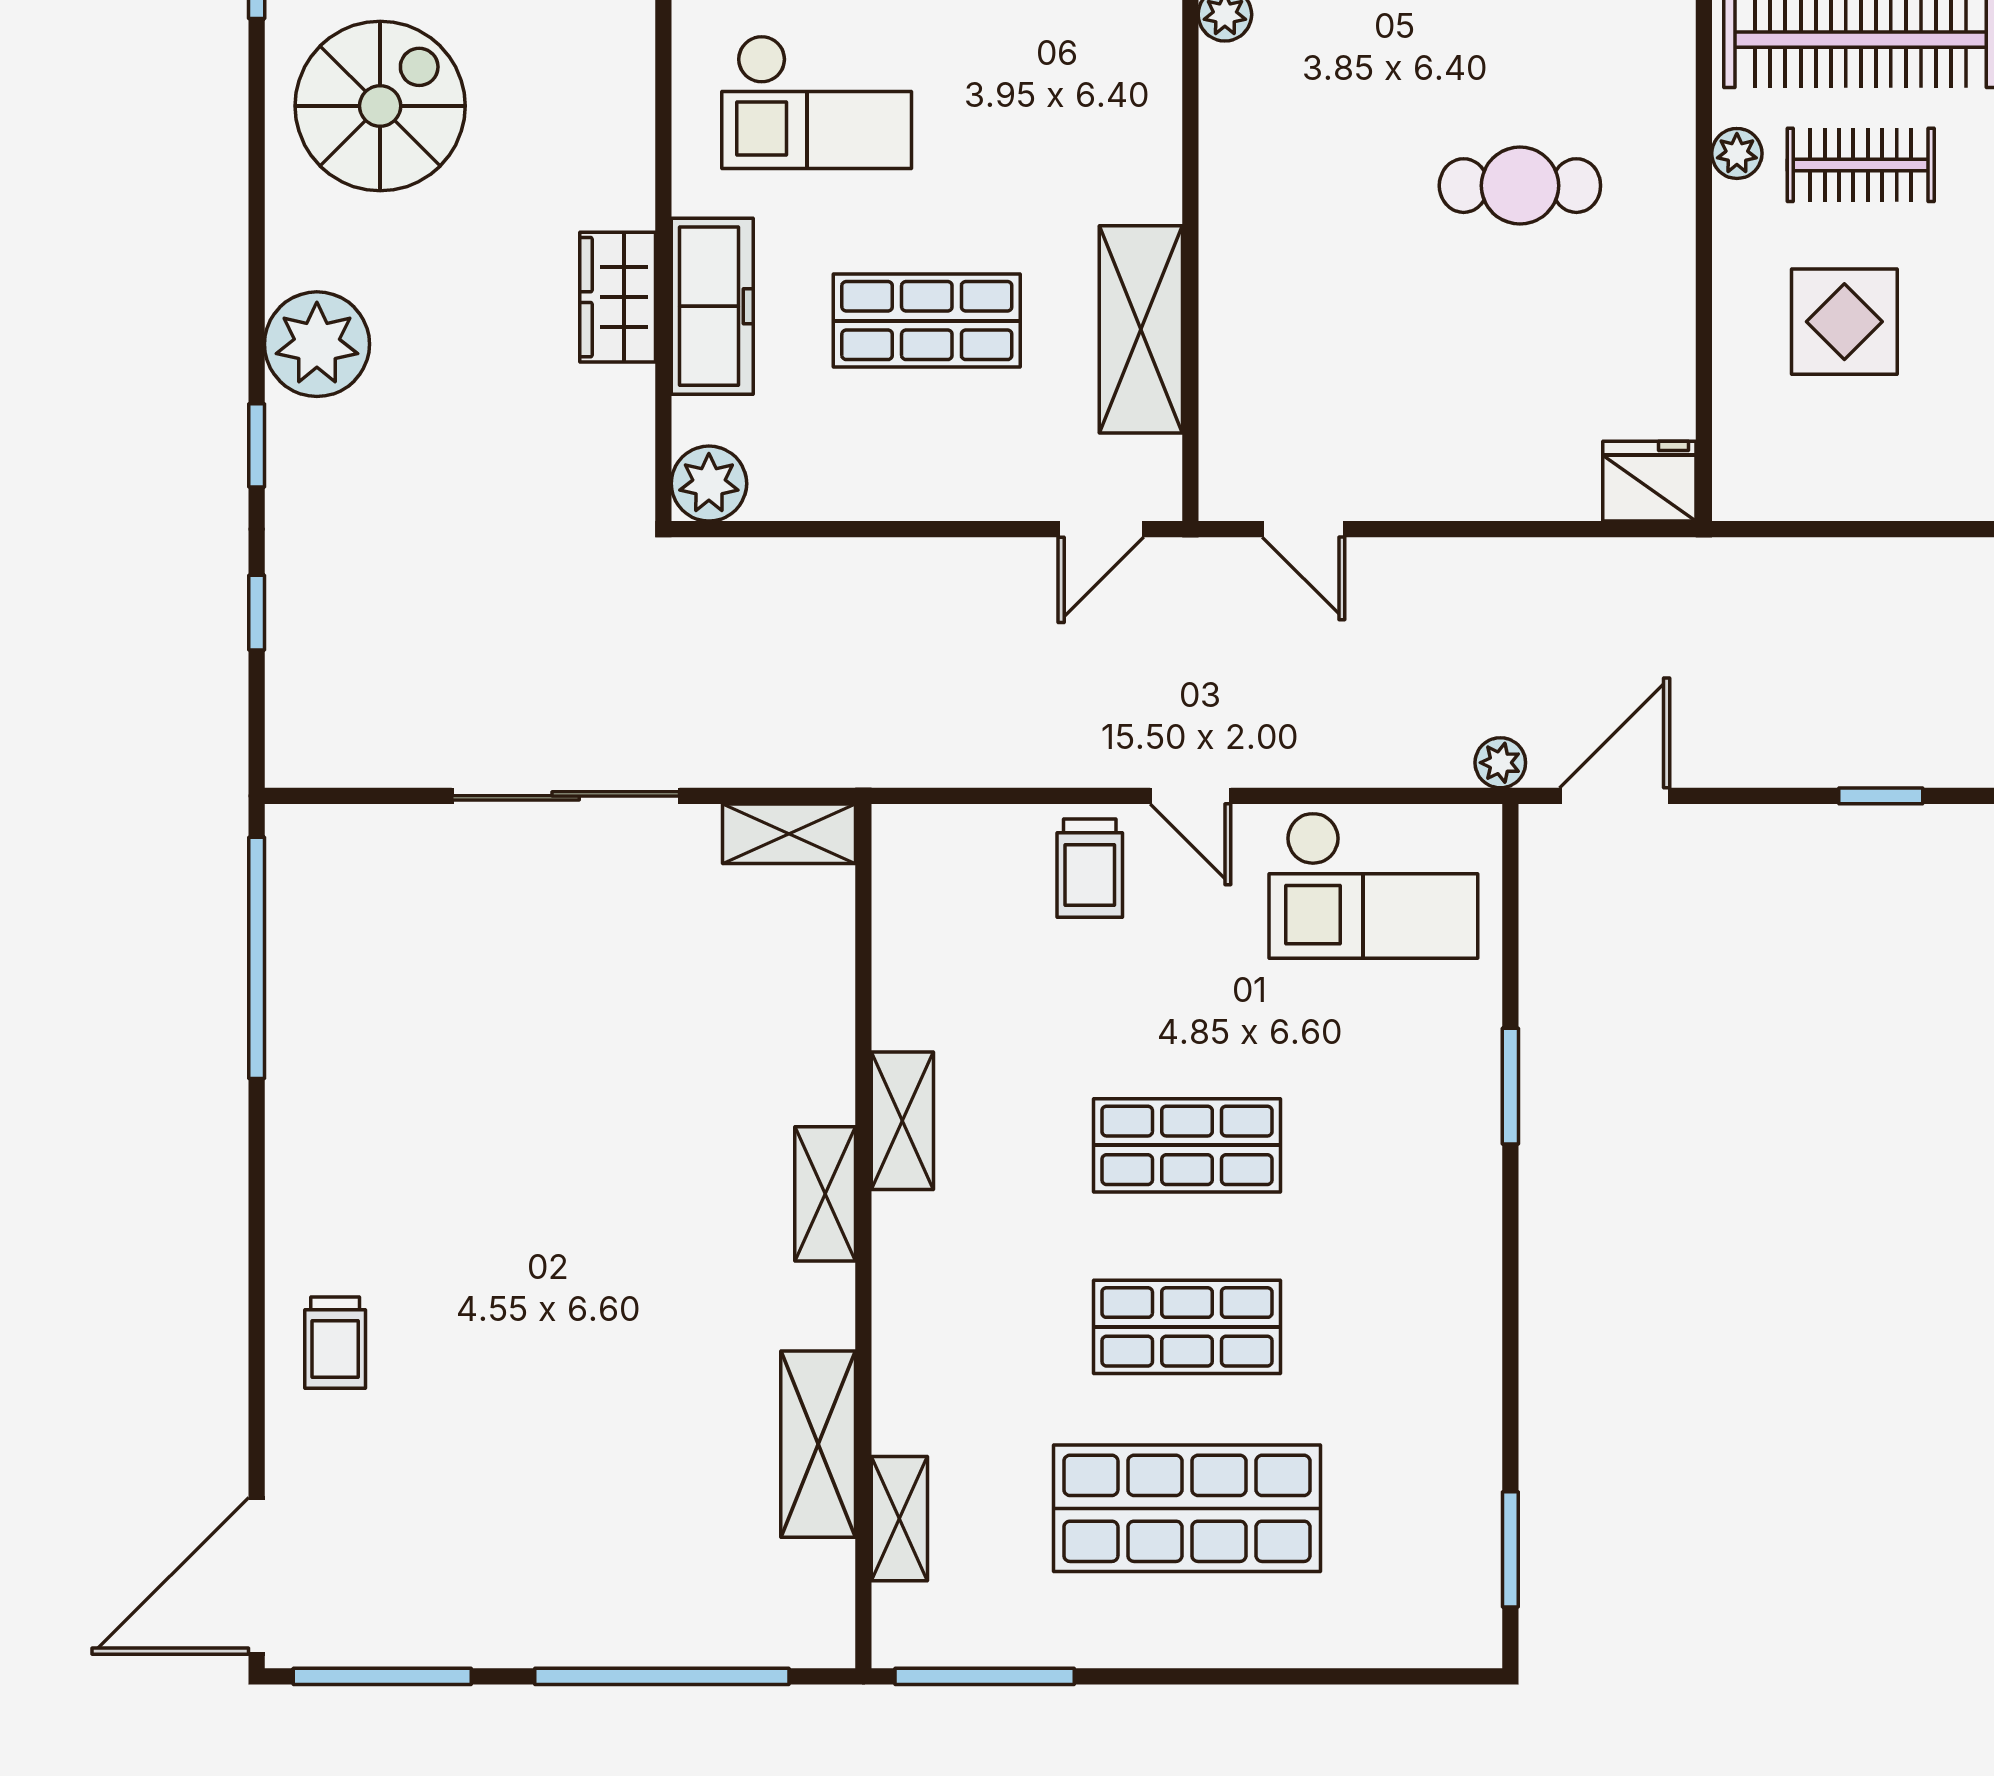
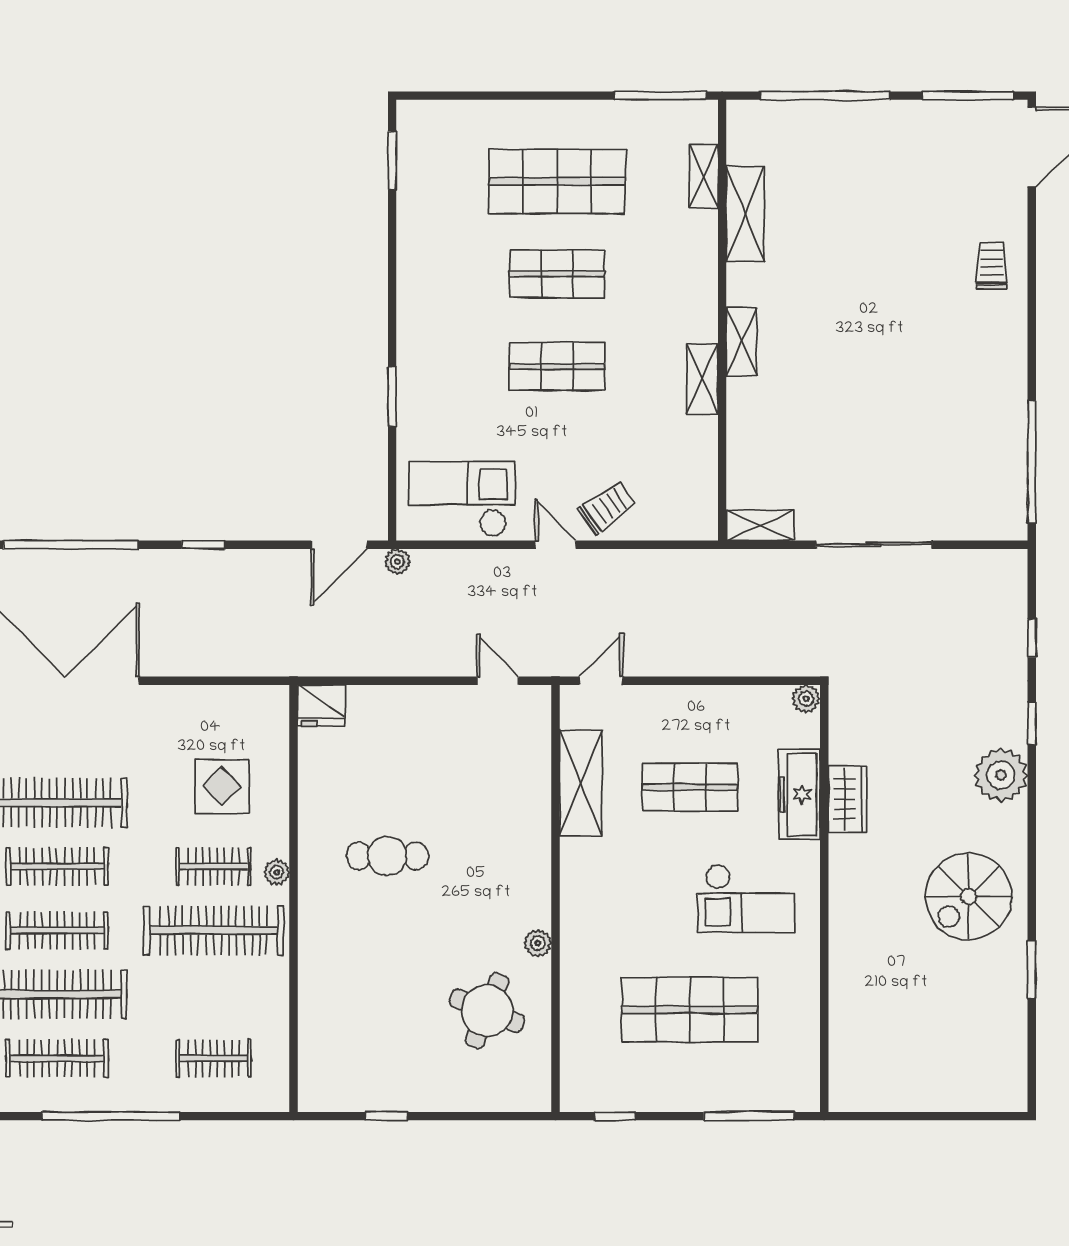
checkout: (817, 102) -> (746, 899), turned 180
plant: (709, 484) -> (806, 699), width x0.73, depth x0.73
trolley: (1090, 868) -> (607, 508), turned 55

